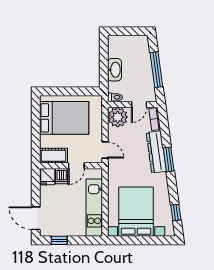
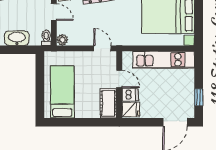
plant: (118, 117) -> (62, 40), width x0.53, depth x0.53
bed: (64, 118) -> (62, 92), width x0.67
door: (105, 150) -> (102, 48), hinge flipped

